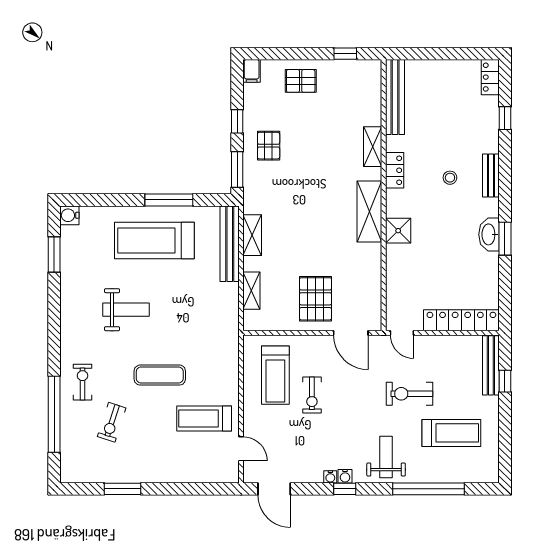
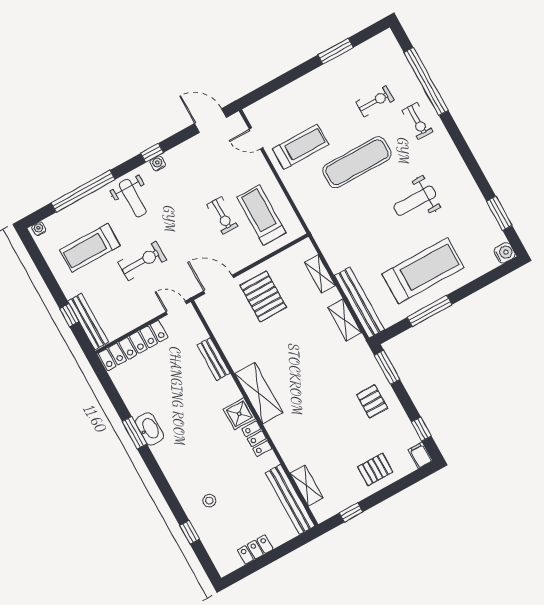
locker: (490, 77) -> (255, 550), moved, turned -90
window: (237, 121) -> (421, 429), moved
shelving: (373, 147) -> (307, 486), moved
bench: (491, 176) -> (214, 359), moved
stool: (450, 178) -> (209, 501), moved
shower: (398, 231) -> (239, 414), moved
exercise mat: (160, 375) -> (357, 162), width x1.36, depth x1.45
exercise bike: (312, 395) -> (222, 215), turned 180
exercise bike: (112, 422) -> (375, 101), turned 72
water cooler: (330, 477) -> (39, 229), moved

